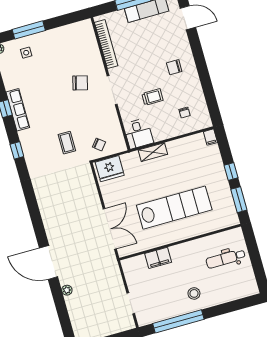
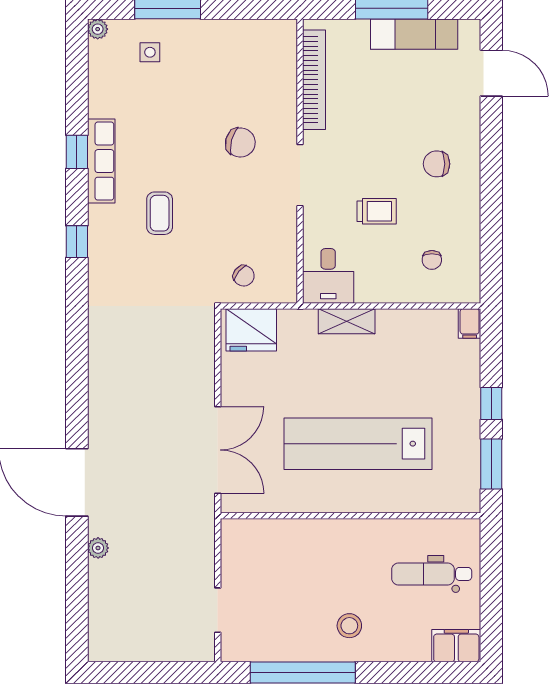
coffee table: (67, 143) -> (160, 213), moved
lab bench: (174, 208) -> (358, 444), turned 180
filing cabinet: (158, 258) -> (456, 646), moved, turned 180

